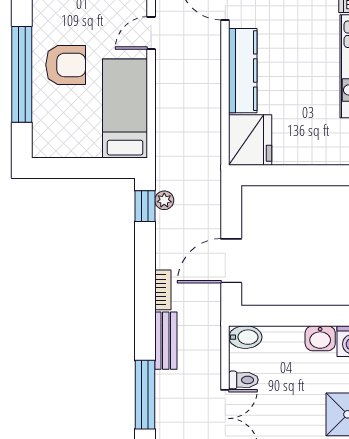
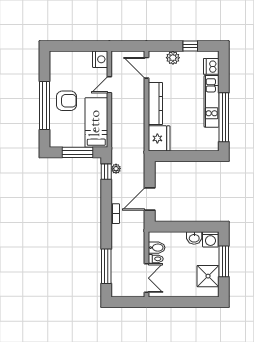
window: (88, 168) -> (77, 152), added
bidet: (245, 337) -> (157, 248), moved
bench: (166, 341) -> (117, 239), removed

